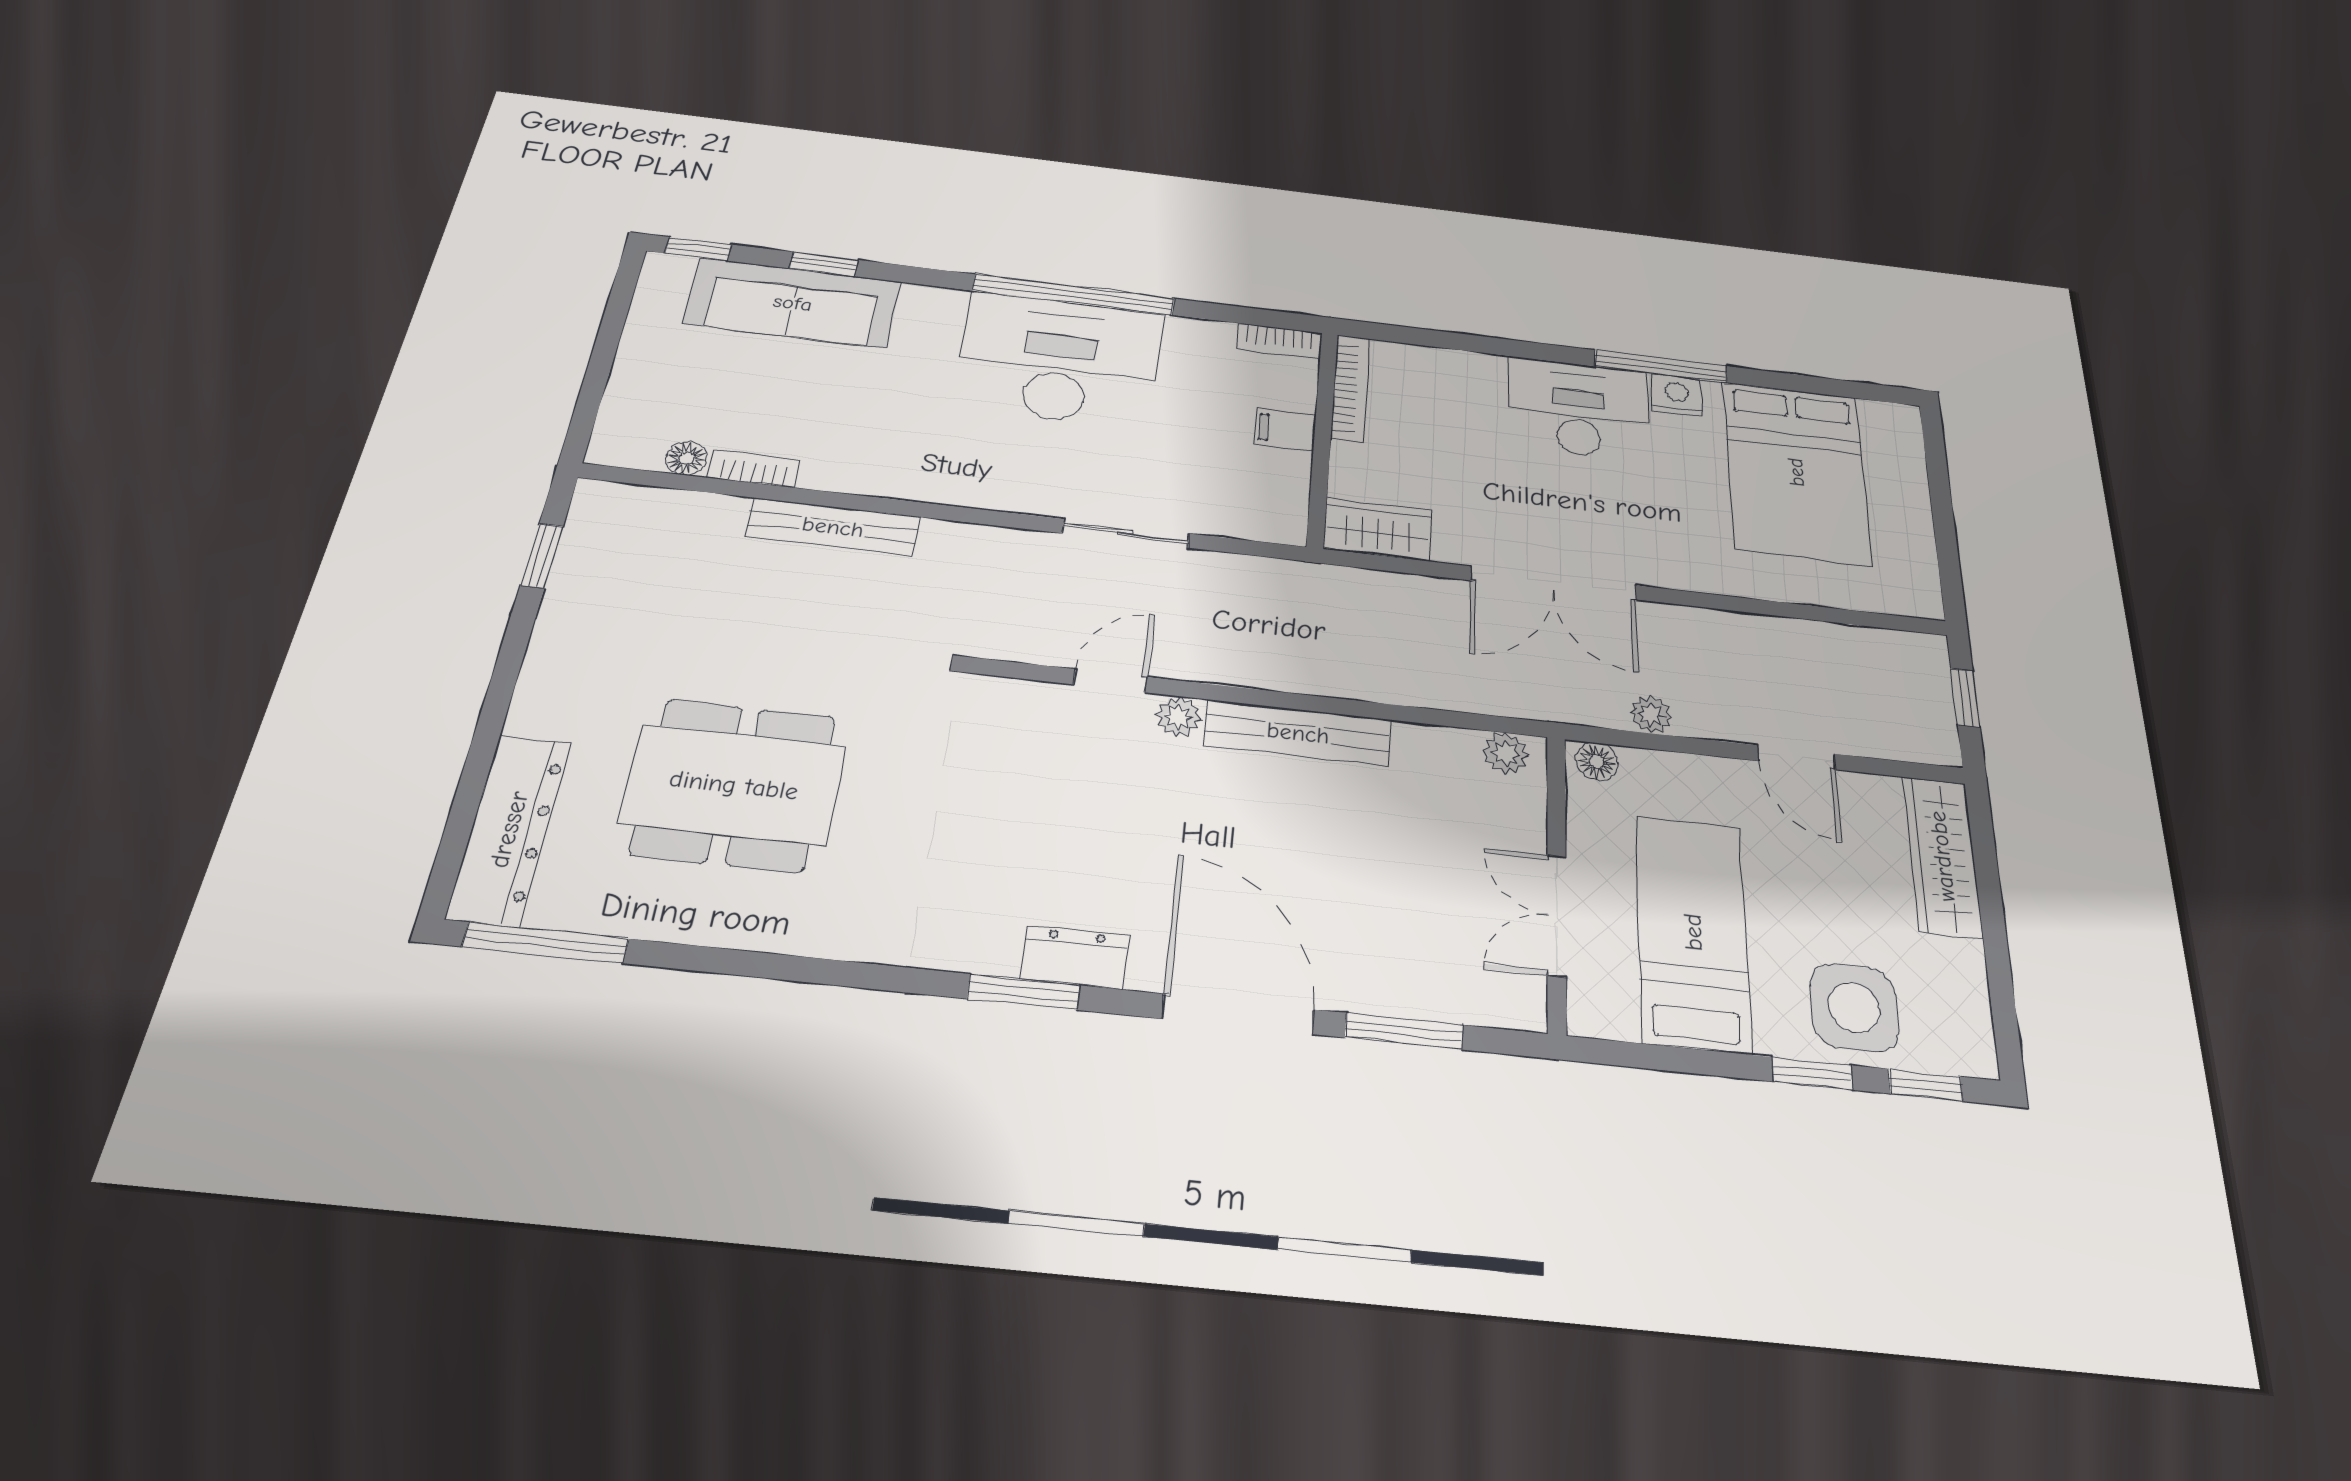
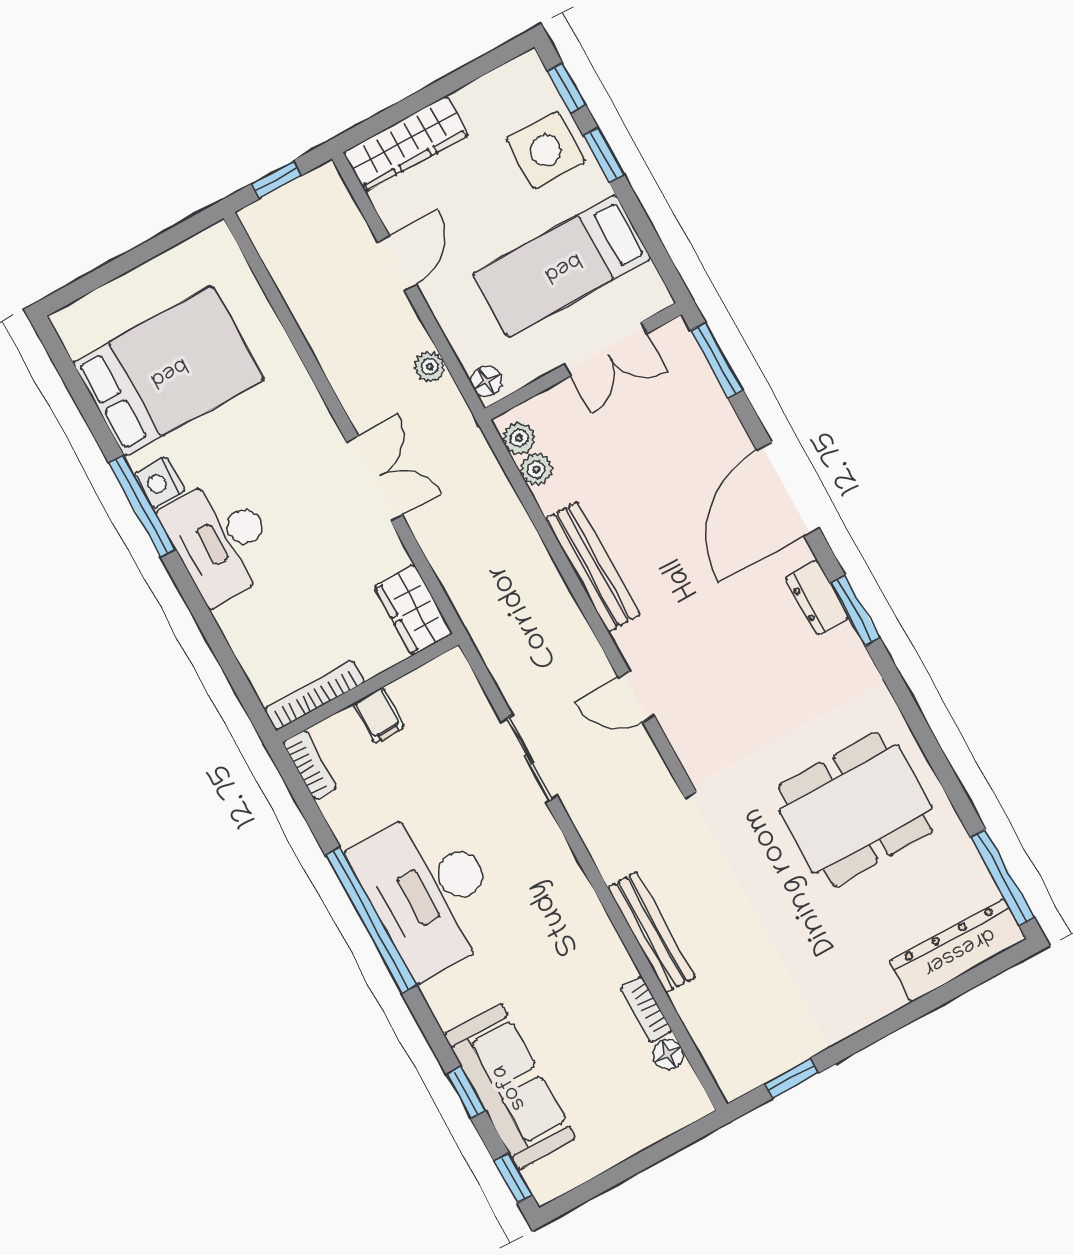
double door: (1553, 583) -> (374, 478), width x0.73
plant: (1178, 717) -> (536, 469), moved
dining table: (734, 785) -> (855, 809), moved, turned 90
window: (1404, 1031) -> (717, 360), moved

